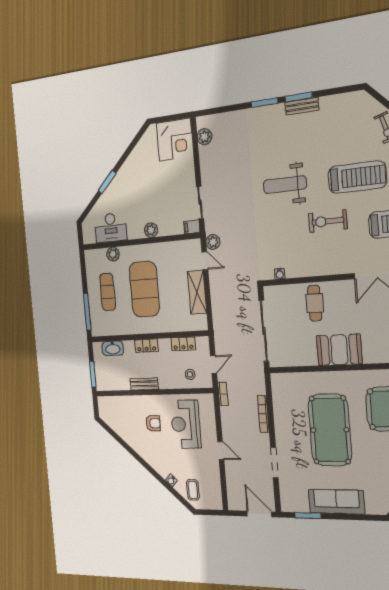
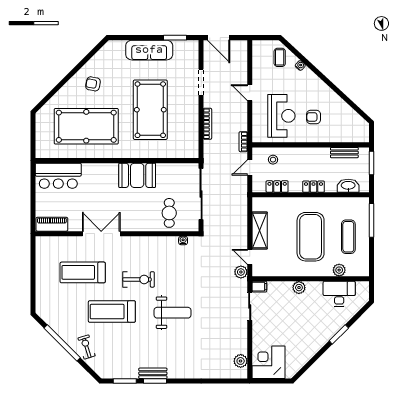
window: (264, 103) -> (125, 381), moved
cafe table: (315, 303) -> (169, 213), moved
bench: (144, 384) -> (344, 153), moved

